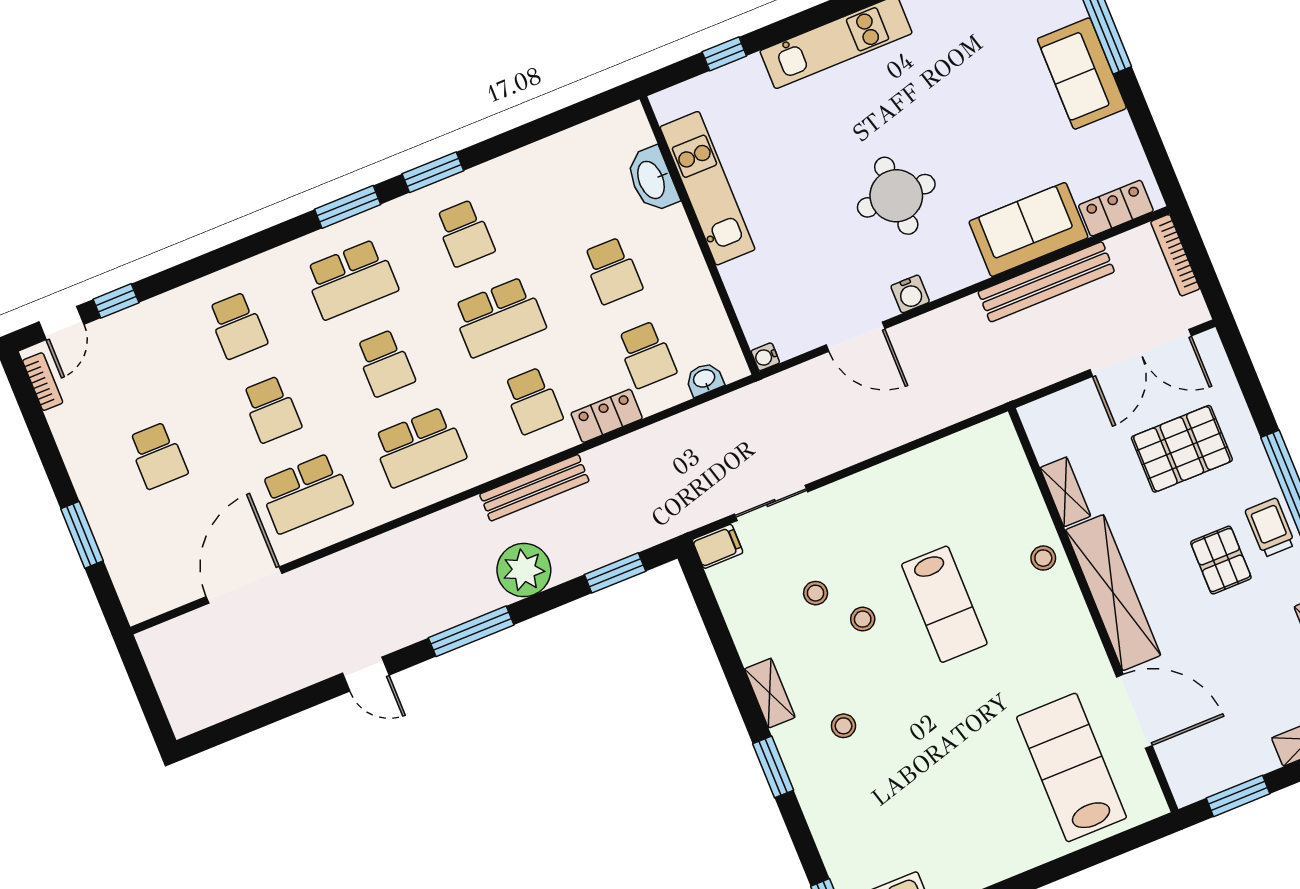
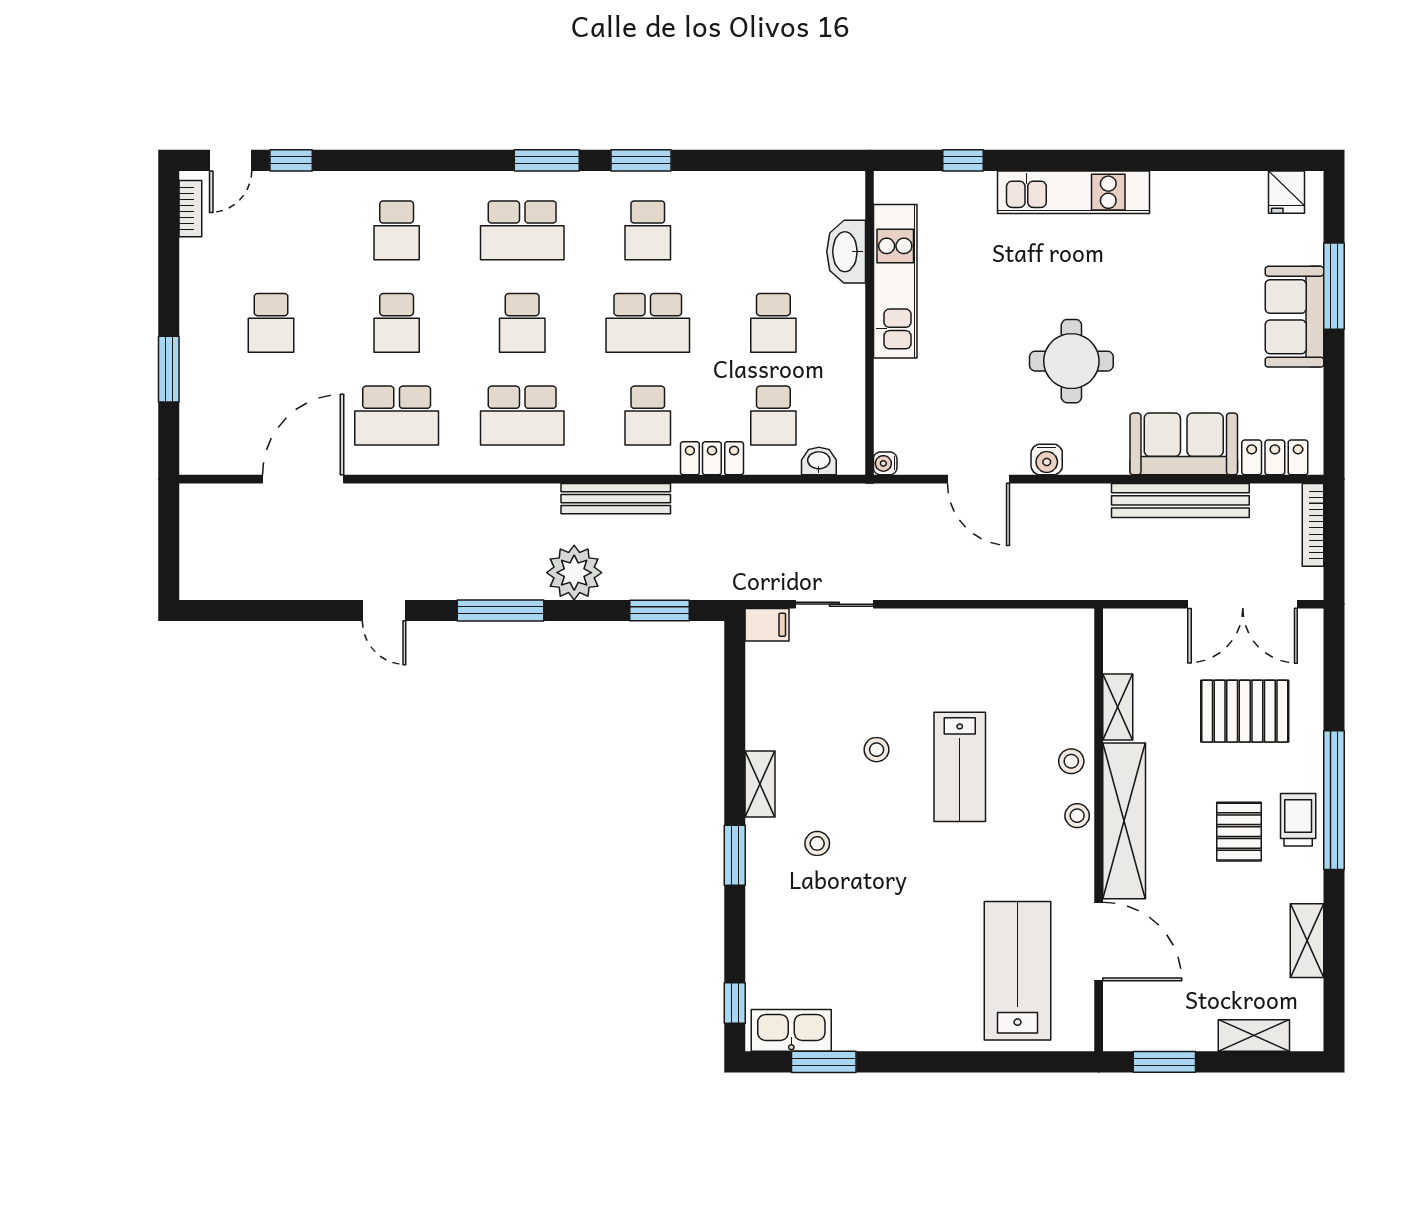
stool: (816, 593) -> (1077, 816), moved

